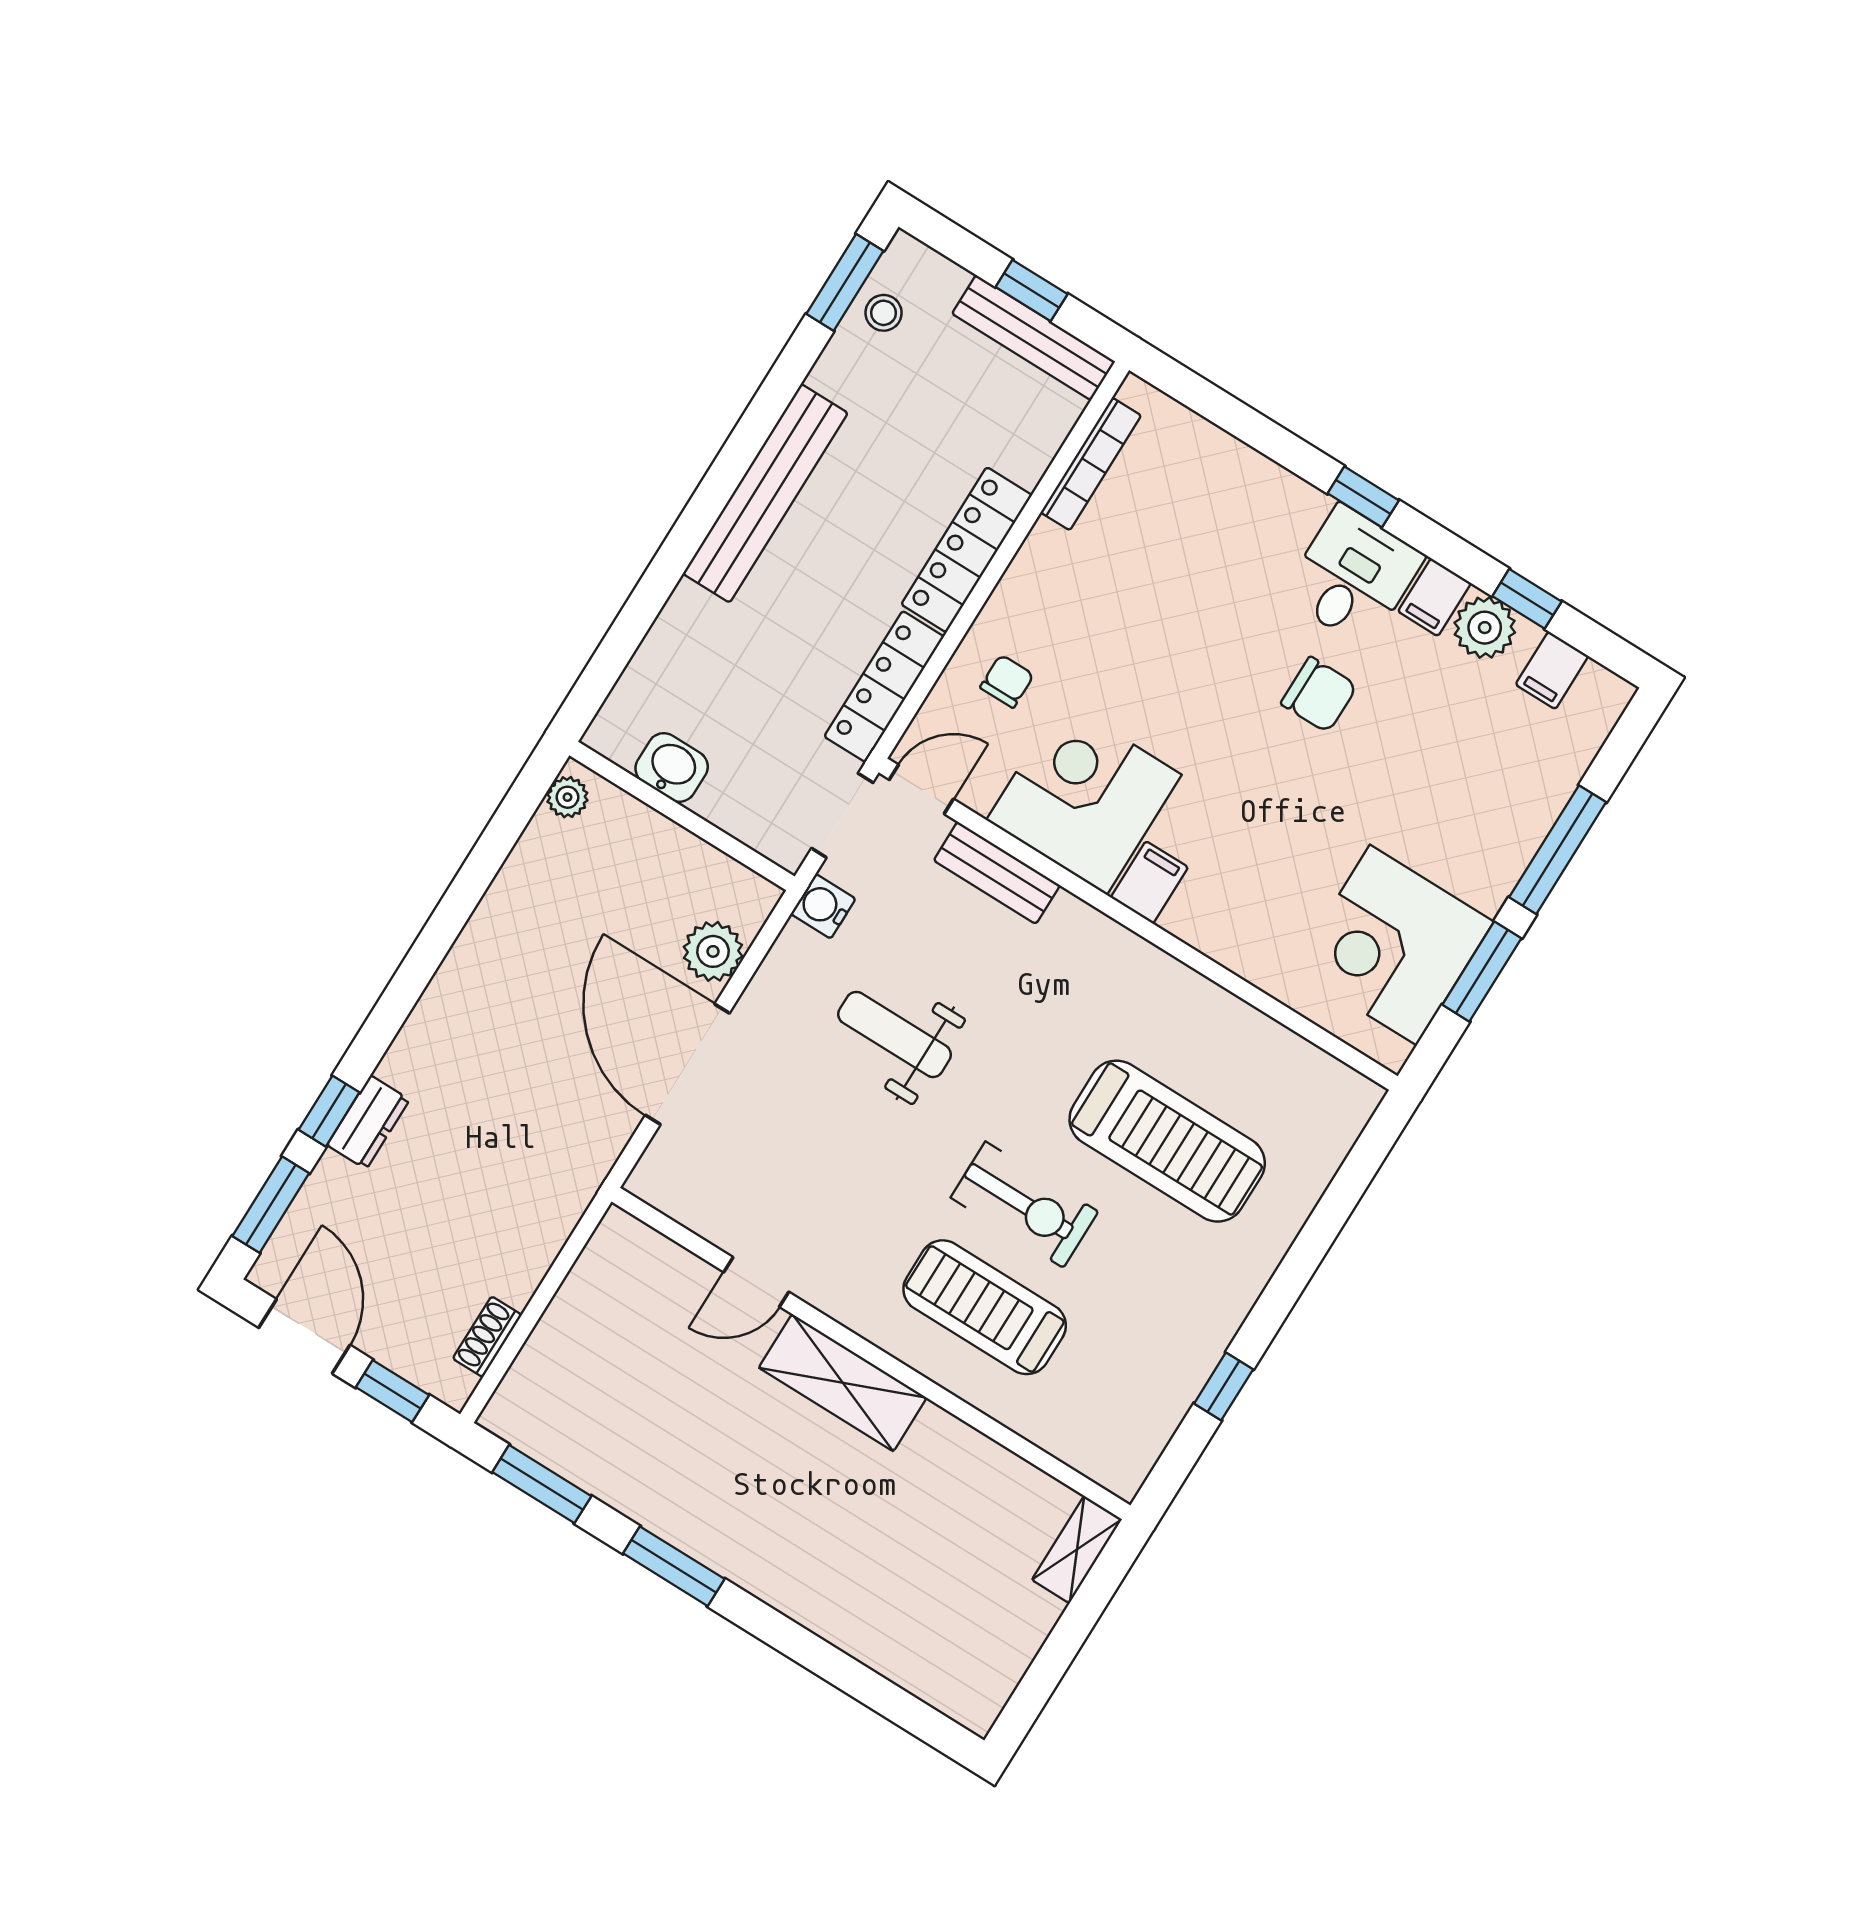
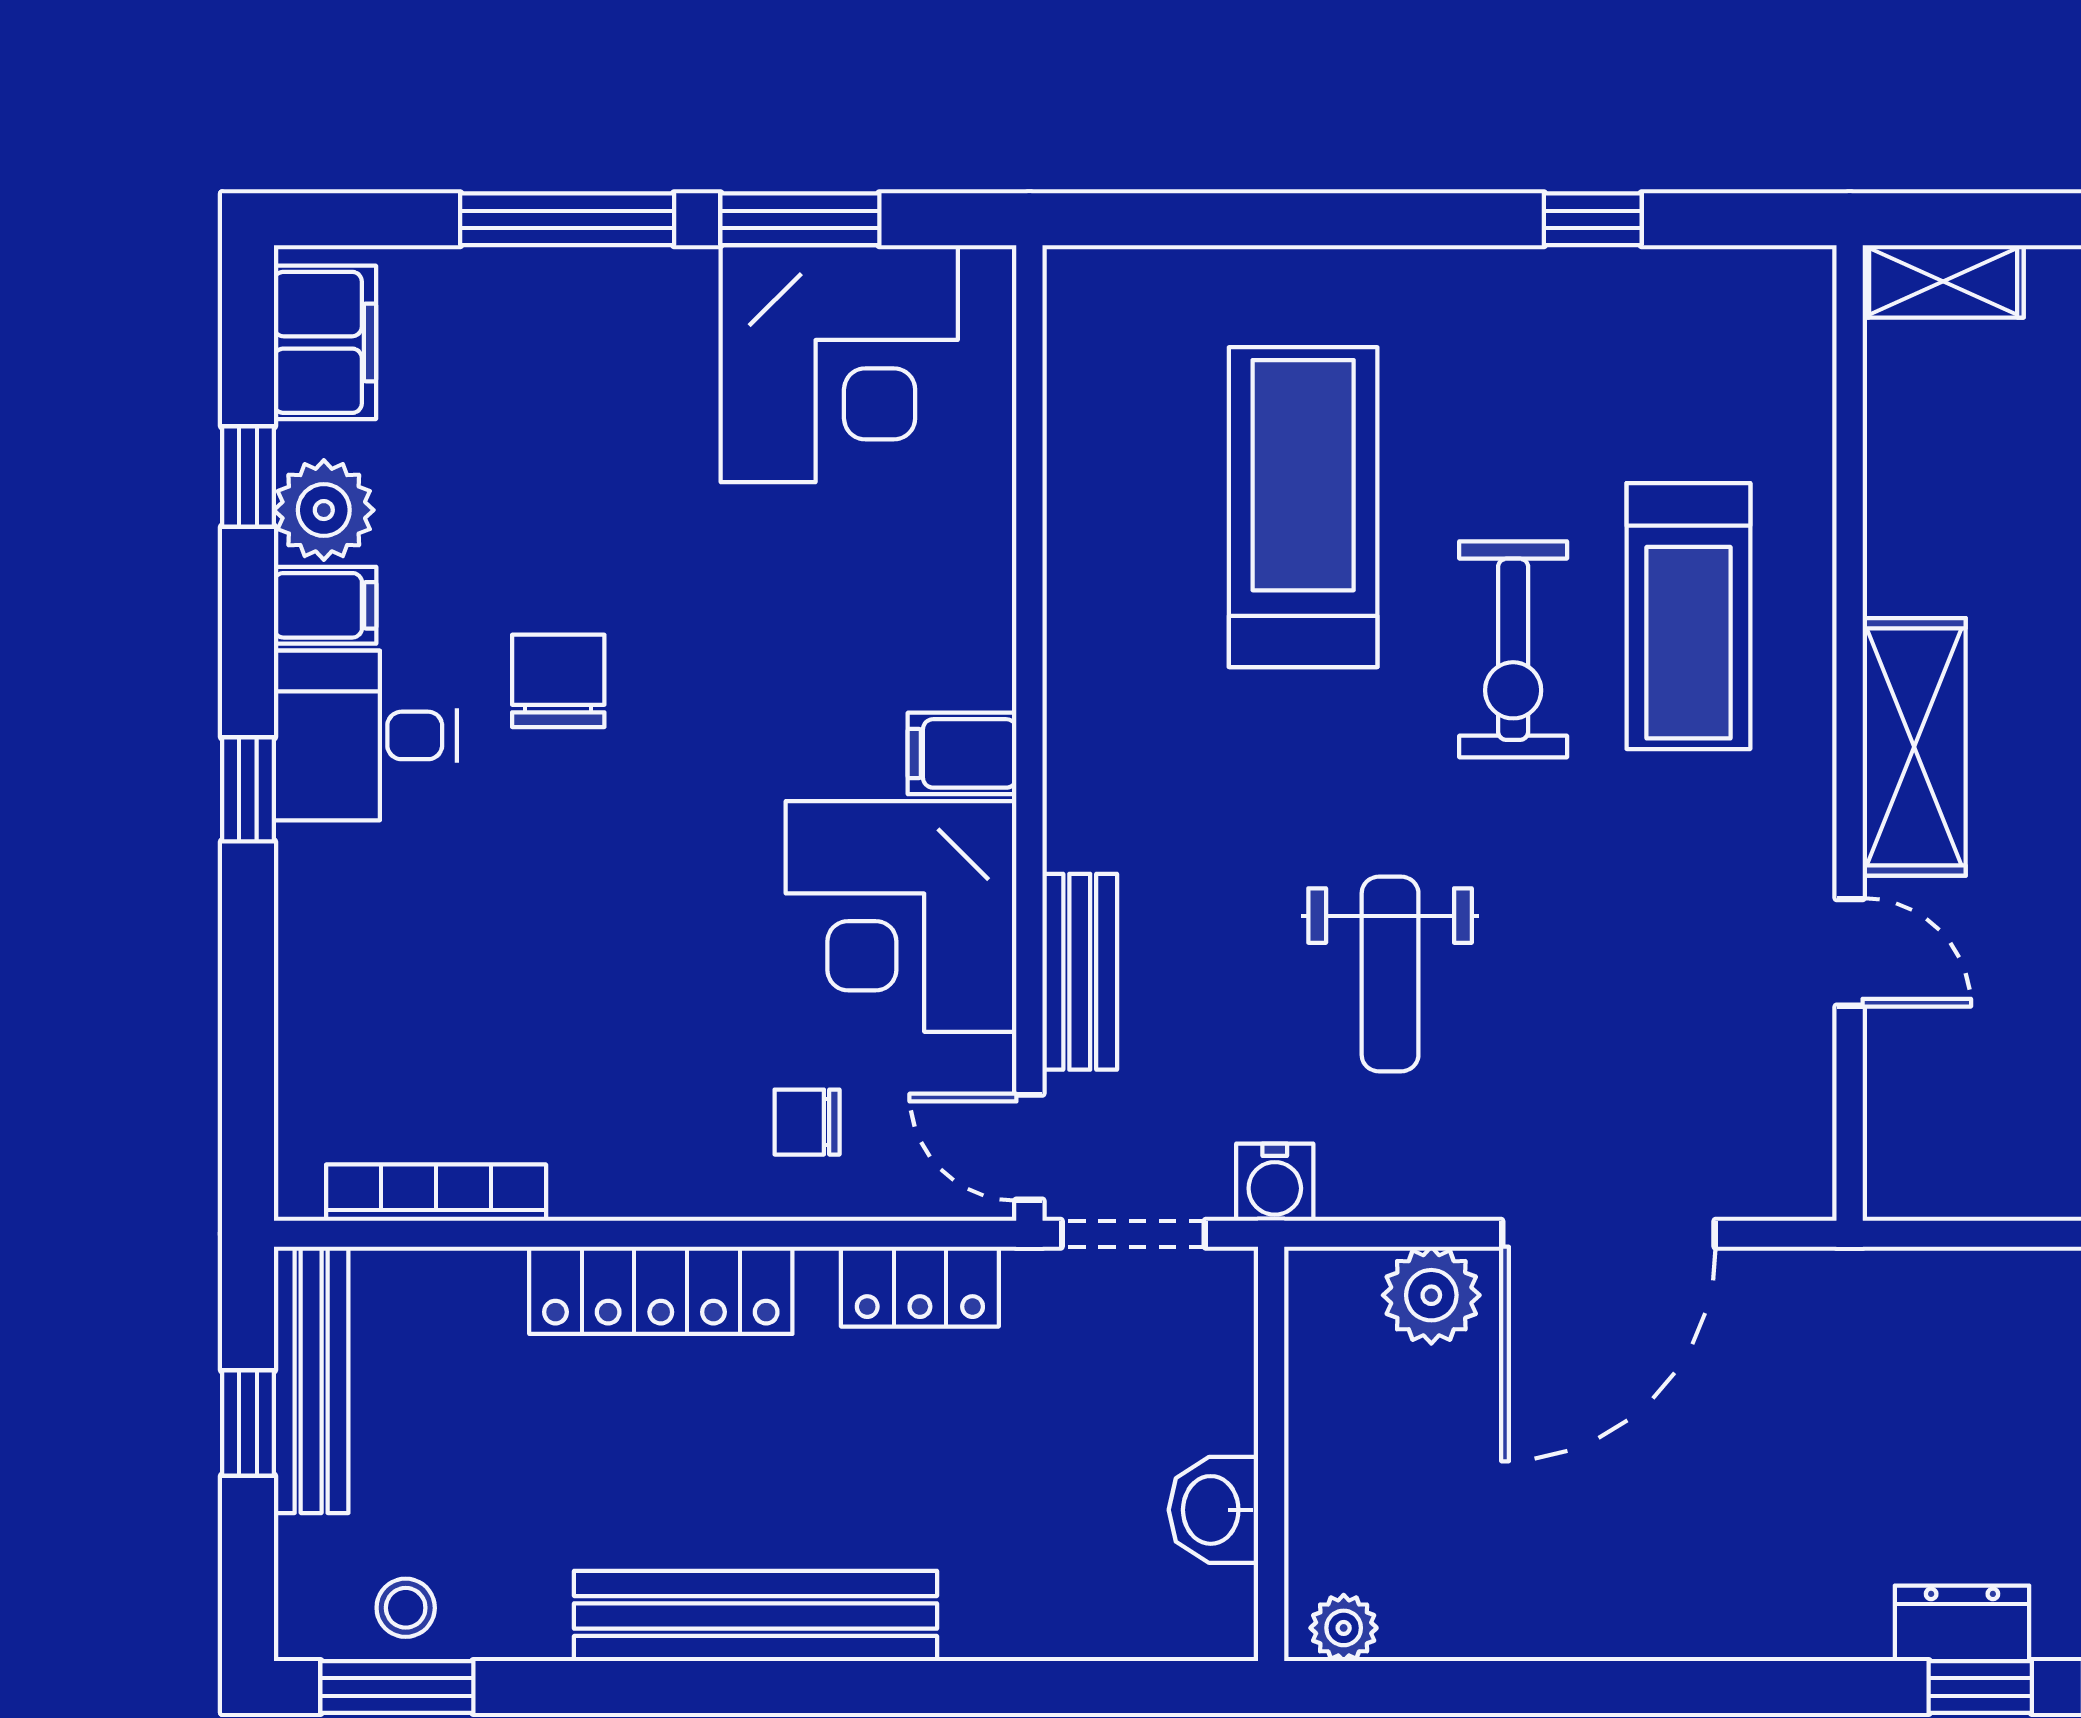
filing cabinet: (1552, 670) -> (325, 342), width x2.00
locker: (884, 687) -> (920, 1287), width x0.66
exercise bike: (1024, 1205) -> (1513, 649), turned 180

